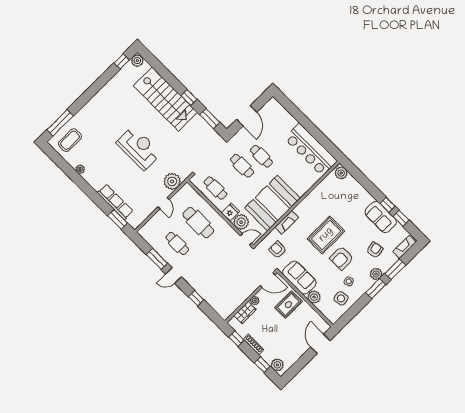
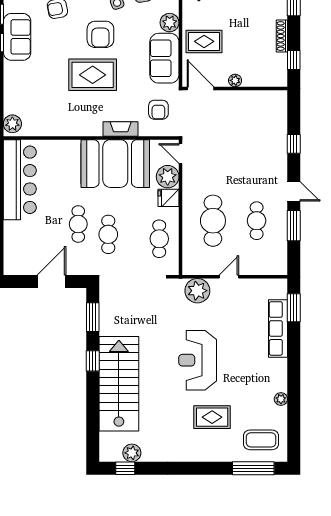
plant: (137, 61) -> (132, 453), moved
rug: (104, 128) -> (212, 417), added
armchair: (342, 258) -> (100, 34), turned 90
wardrobe: (245, 312) -> (258, 78), removed

